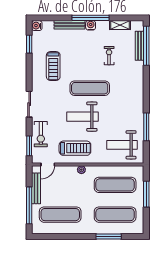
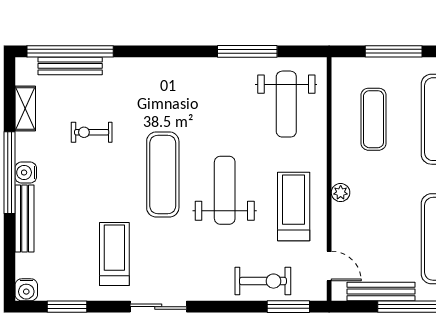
treadmill: (53, 66) -> (114, 254), turned -90
sliding door: (29, 104) -> (158, 307), moved
weight bench: (82, 117) -> (225, 190), turned 180
exercise mat: (115, 185) -> (374, 119), width x0.73, depth x0.69

